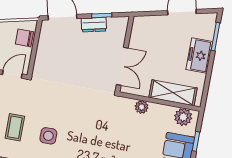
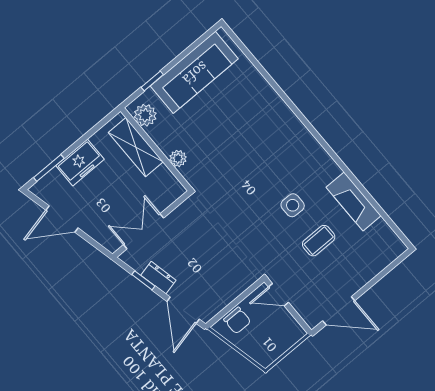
double door: (122, 66) -> (144, 231), moved

